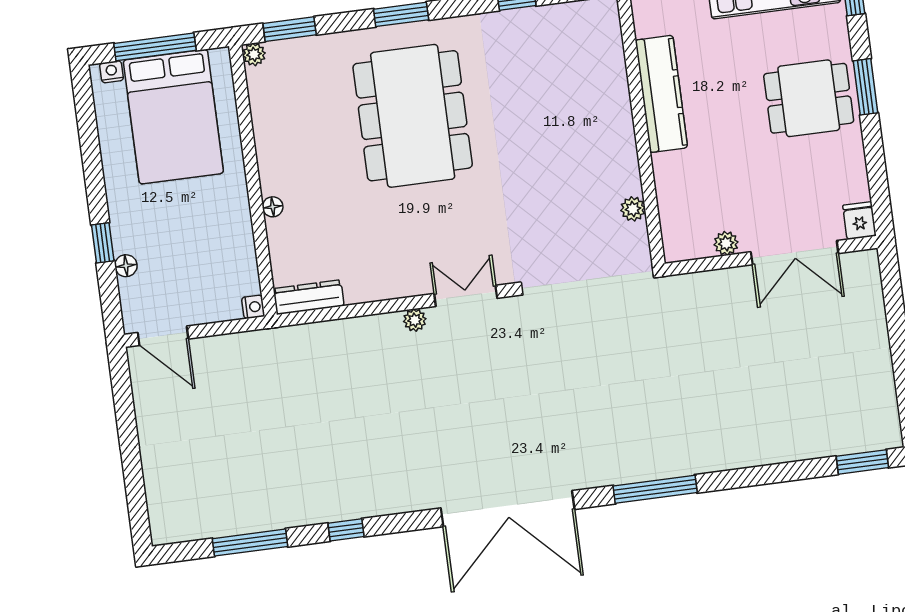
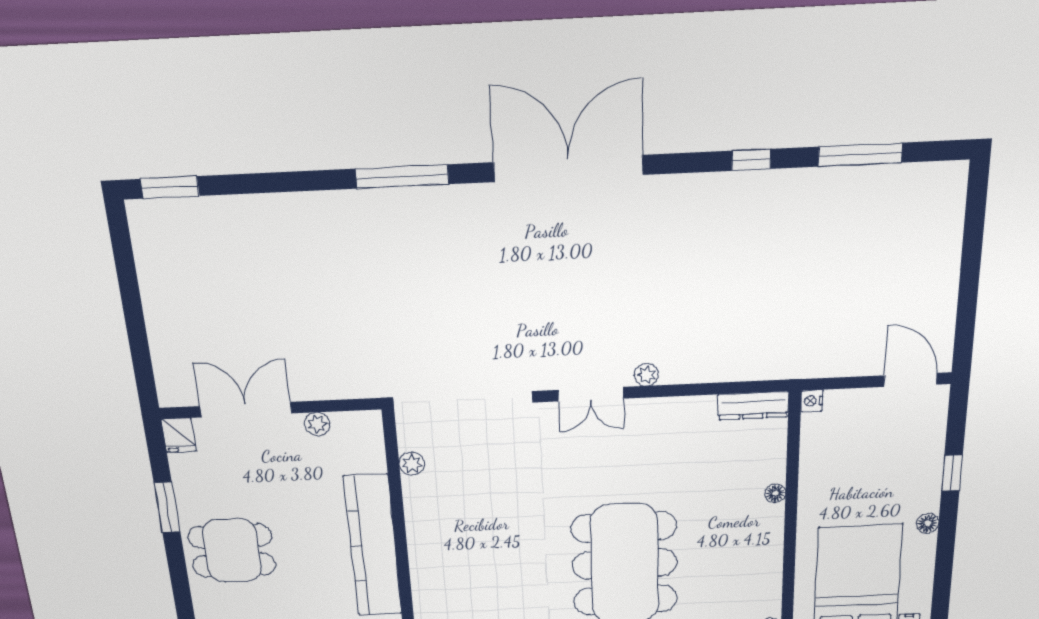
window: (866, 87) -> (167, 507), moved
kitchen counter: (661, 94) -> (373, 546), width x1.39, depth x1.17
floor lamp: (126, 266) -> (928, 523), moved

